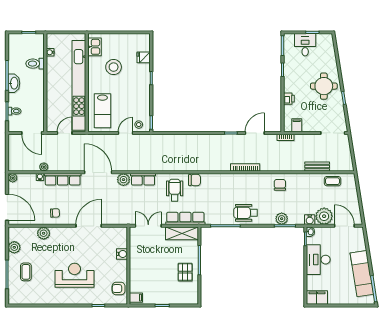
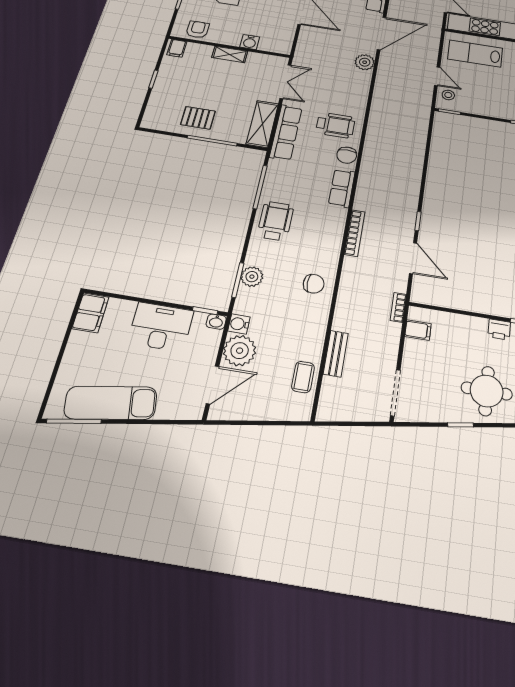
printer: (289, 99) -> (499, 329), moved
row of seats: (143, 179) -> (342, 188), moved
shelving: (134, 264) -> (230, 54), added

